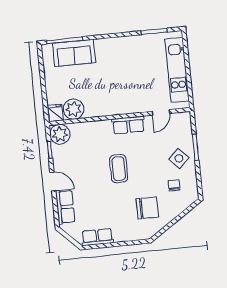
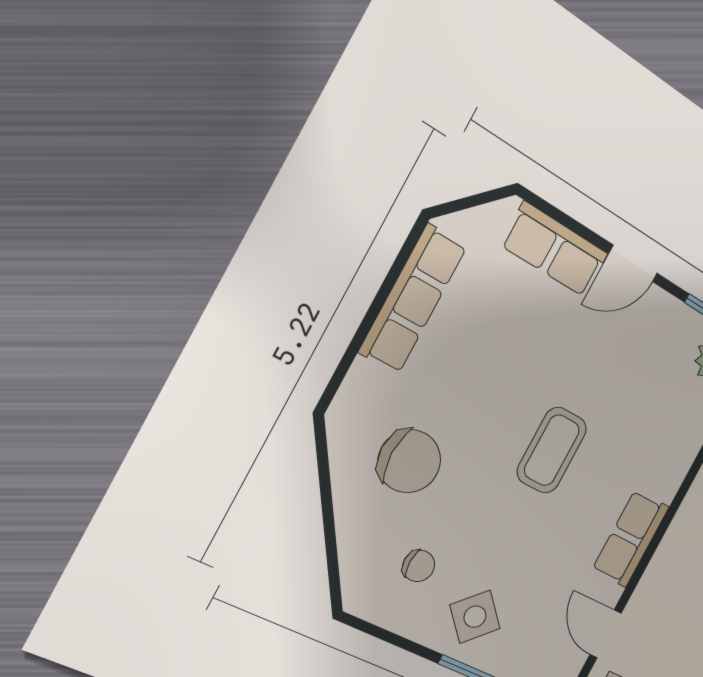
coffee table: (119, 169) -> (552, 450), turned 90
chair: (147, 208) -> (409, 461), turned -90
row of seats: (97, 237) -> (413, 299), width x1.48

